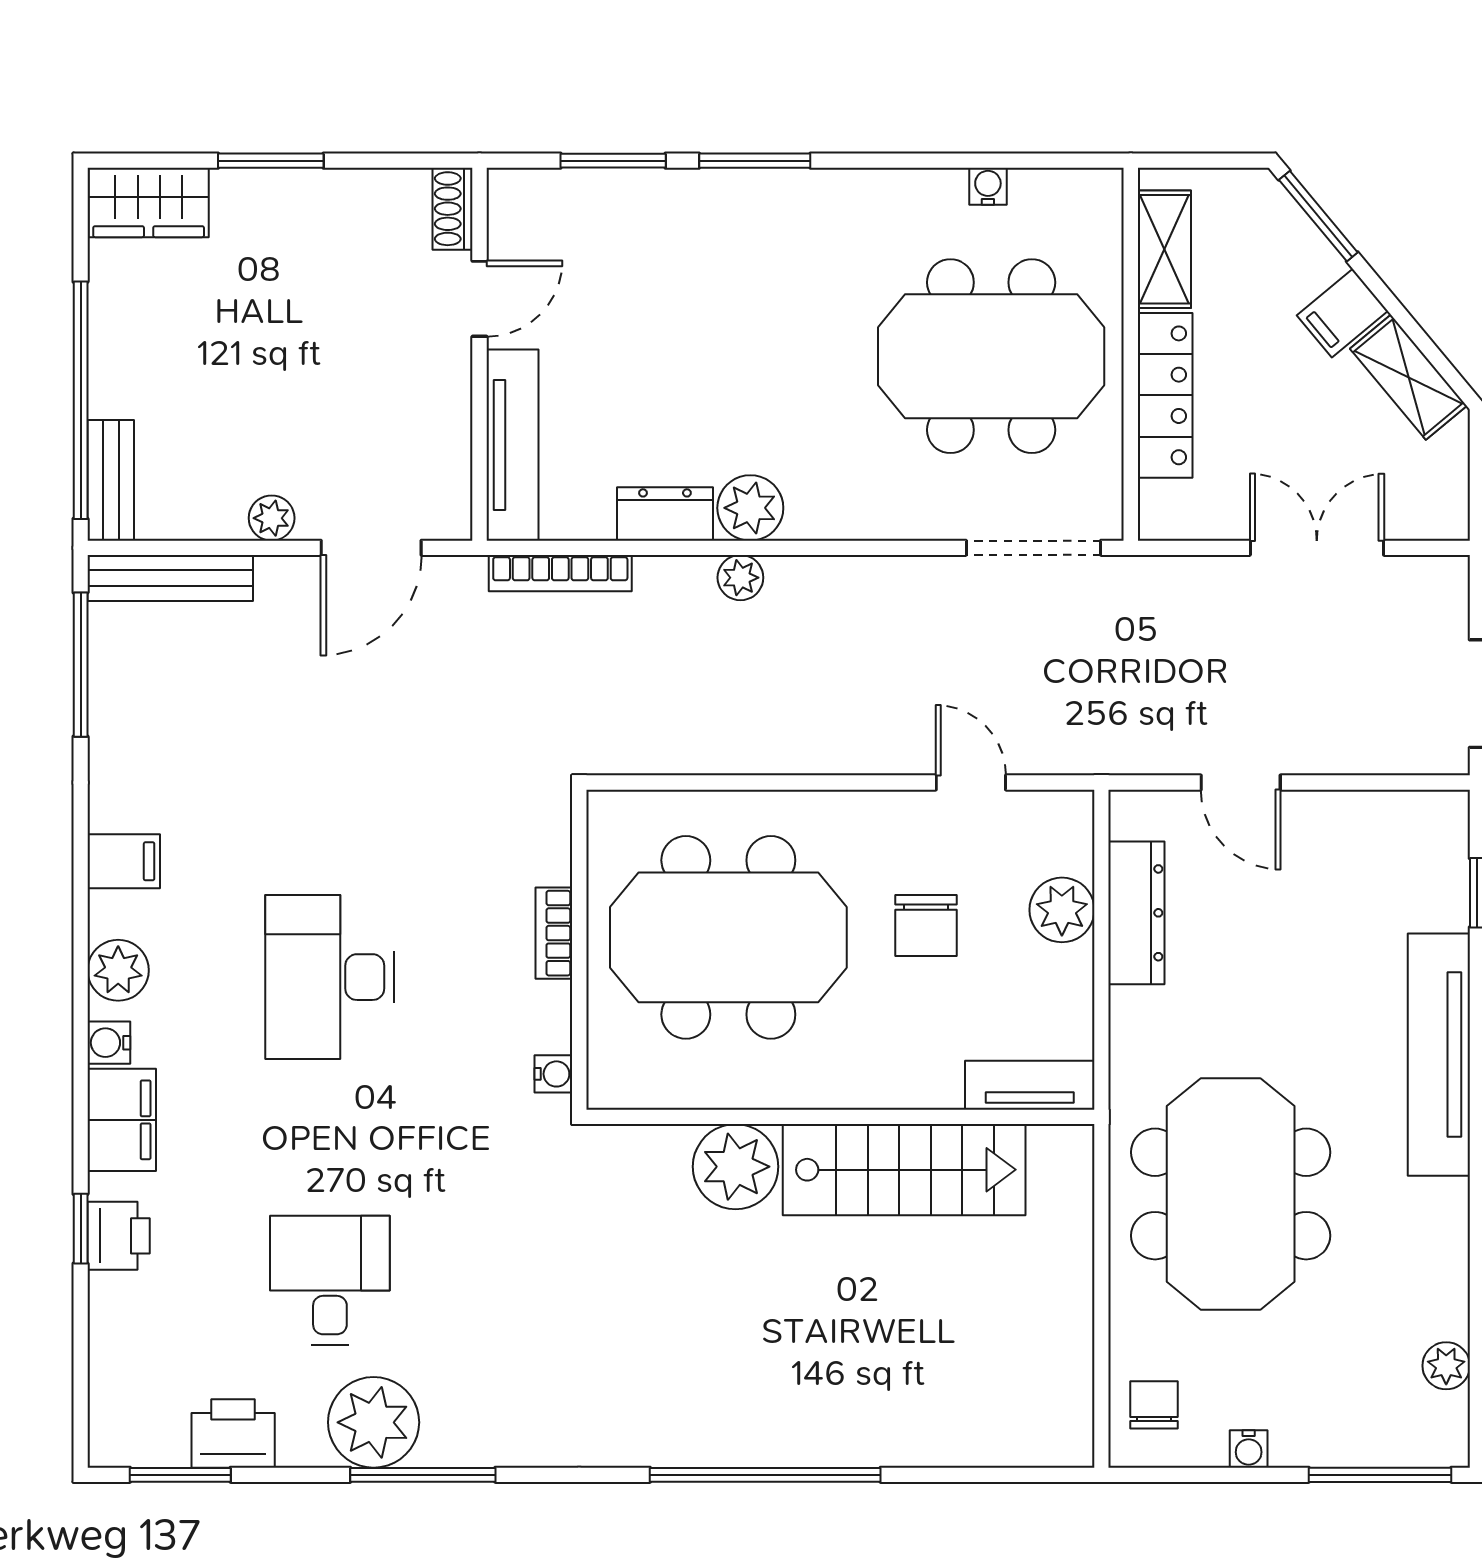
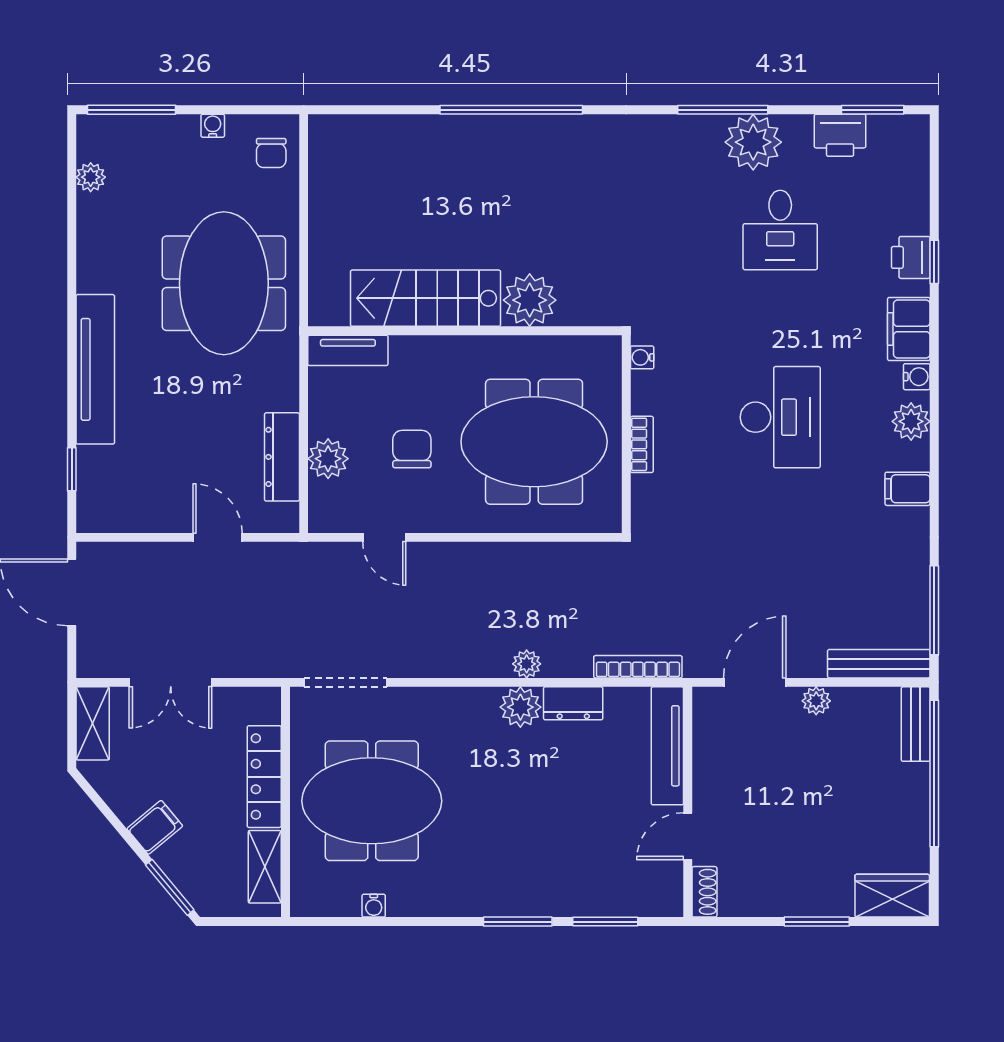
shelving: (1408, 377) -> (93, 723), moved, turned 40

